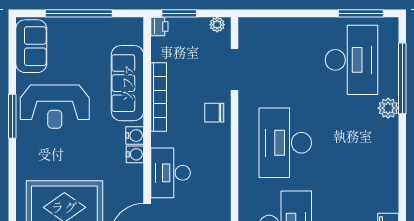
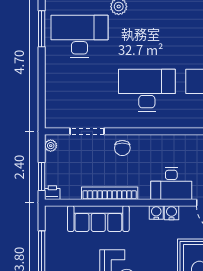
water cooler: (135, 136) -> (171, 213), moved
desk: (285, 143) -> (147, 90), turned 180

